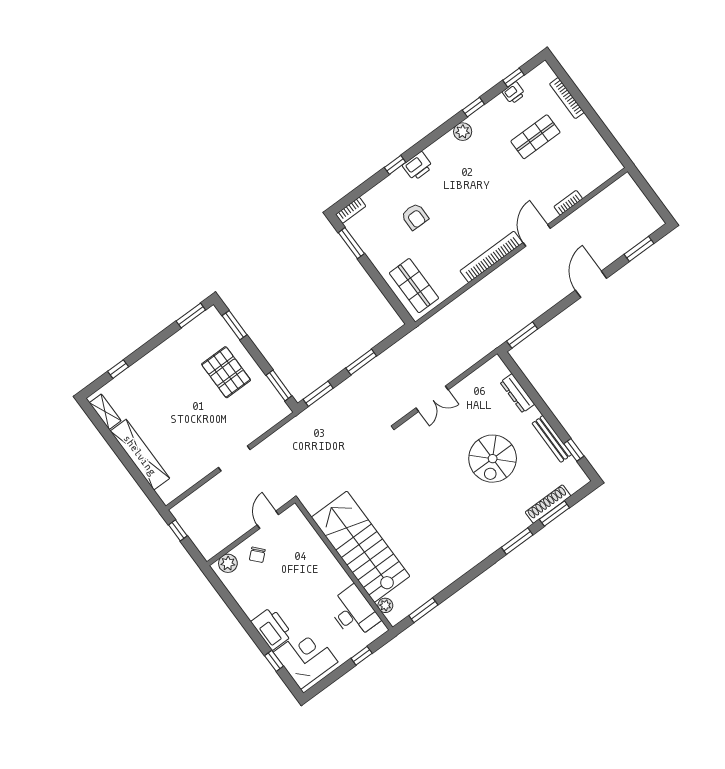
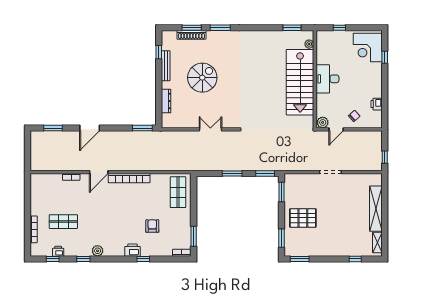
pallet: (226, 372) -> (303, 218), turned 90
plant: (228, 563) -> (323, 122), moved
desk: (354, 612) -> (328, 79), moved
printer: (272, 628) -> (377, 104), moved, width x0.53, depth x0.68

